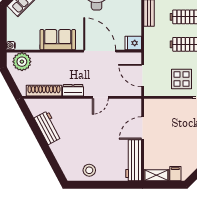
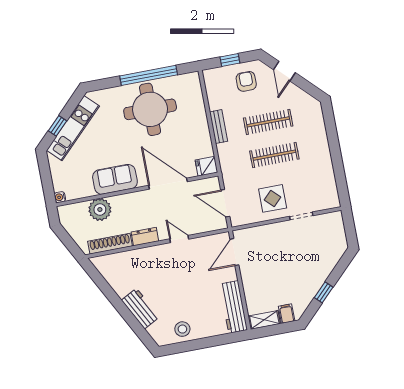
plant: (22, 62) -> (100, 210), moved
door: (100, 97) -> (179, 239), swing flipped
workbench: (48, 128) -> (140, 309), moved
door: (143, 128) -> (234, 252), moved

